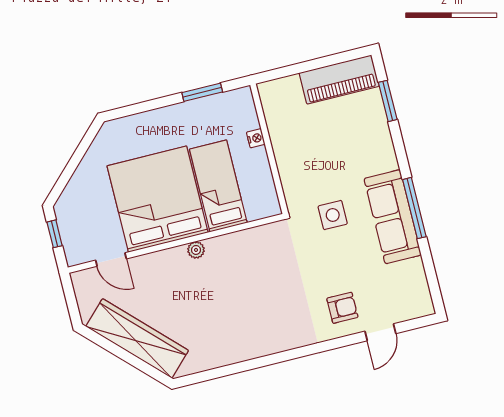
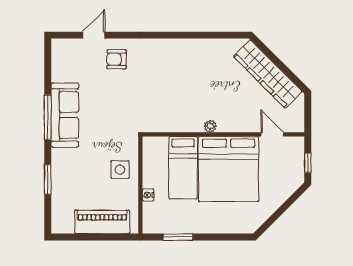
piano: (339, 80) -> (102, 222), moved
window: (388, 101) -> (48, 179), moved
side table: (333, 215) -> (120, 169), moved

